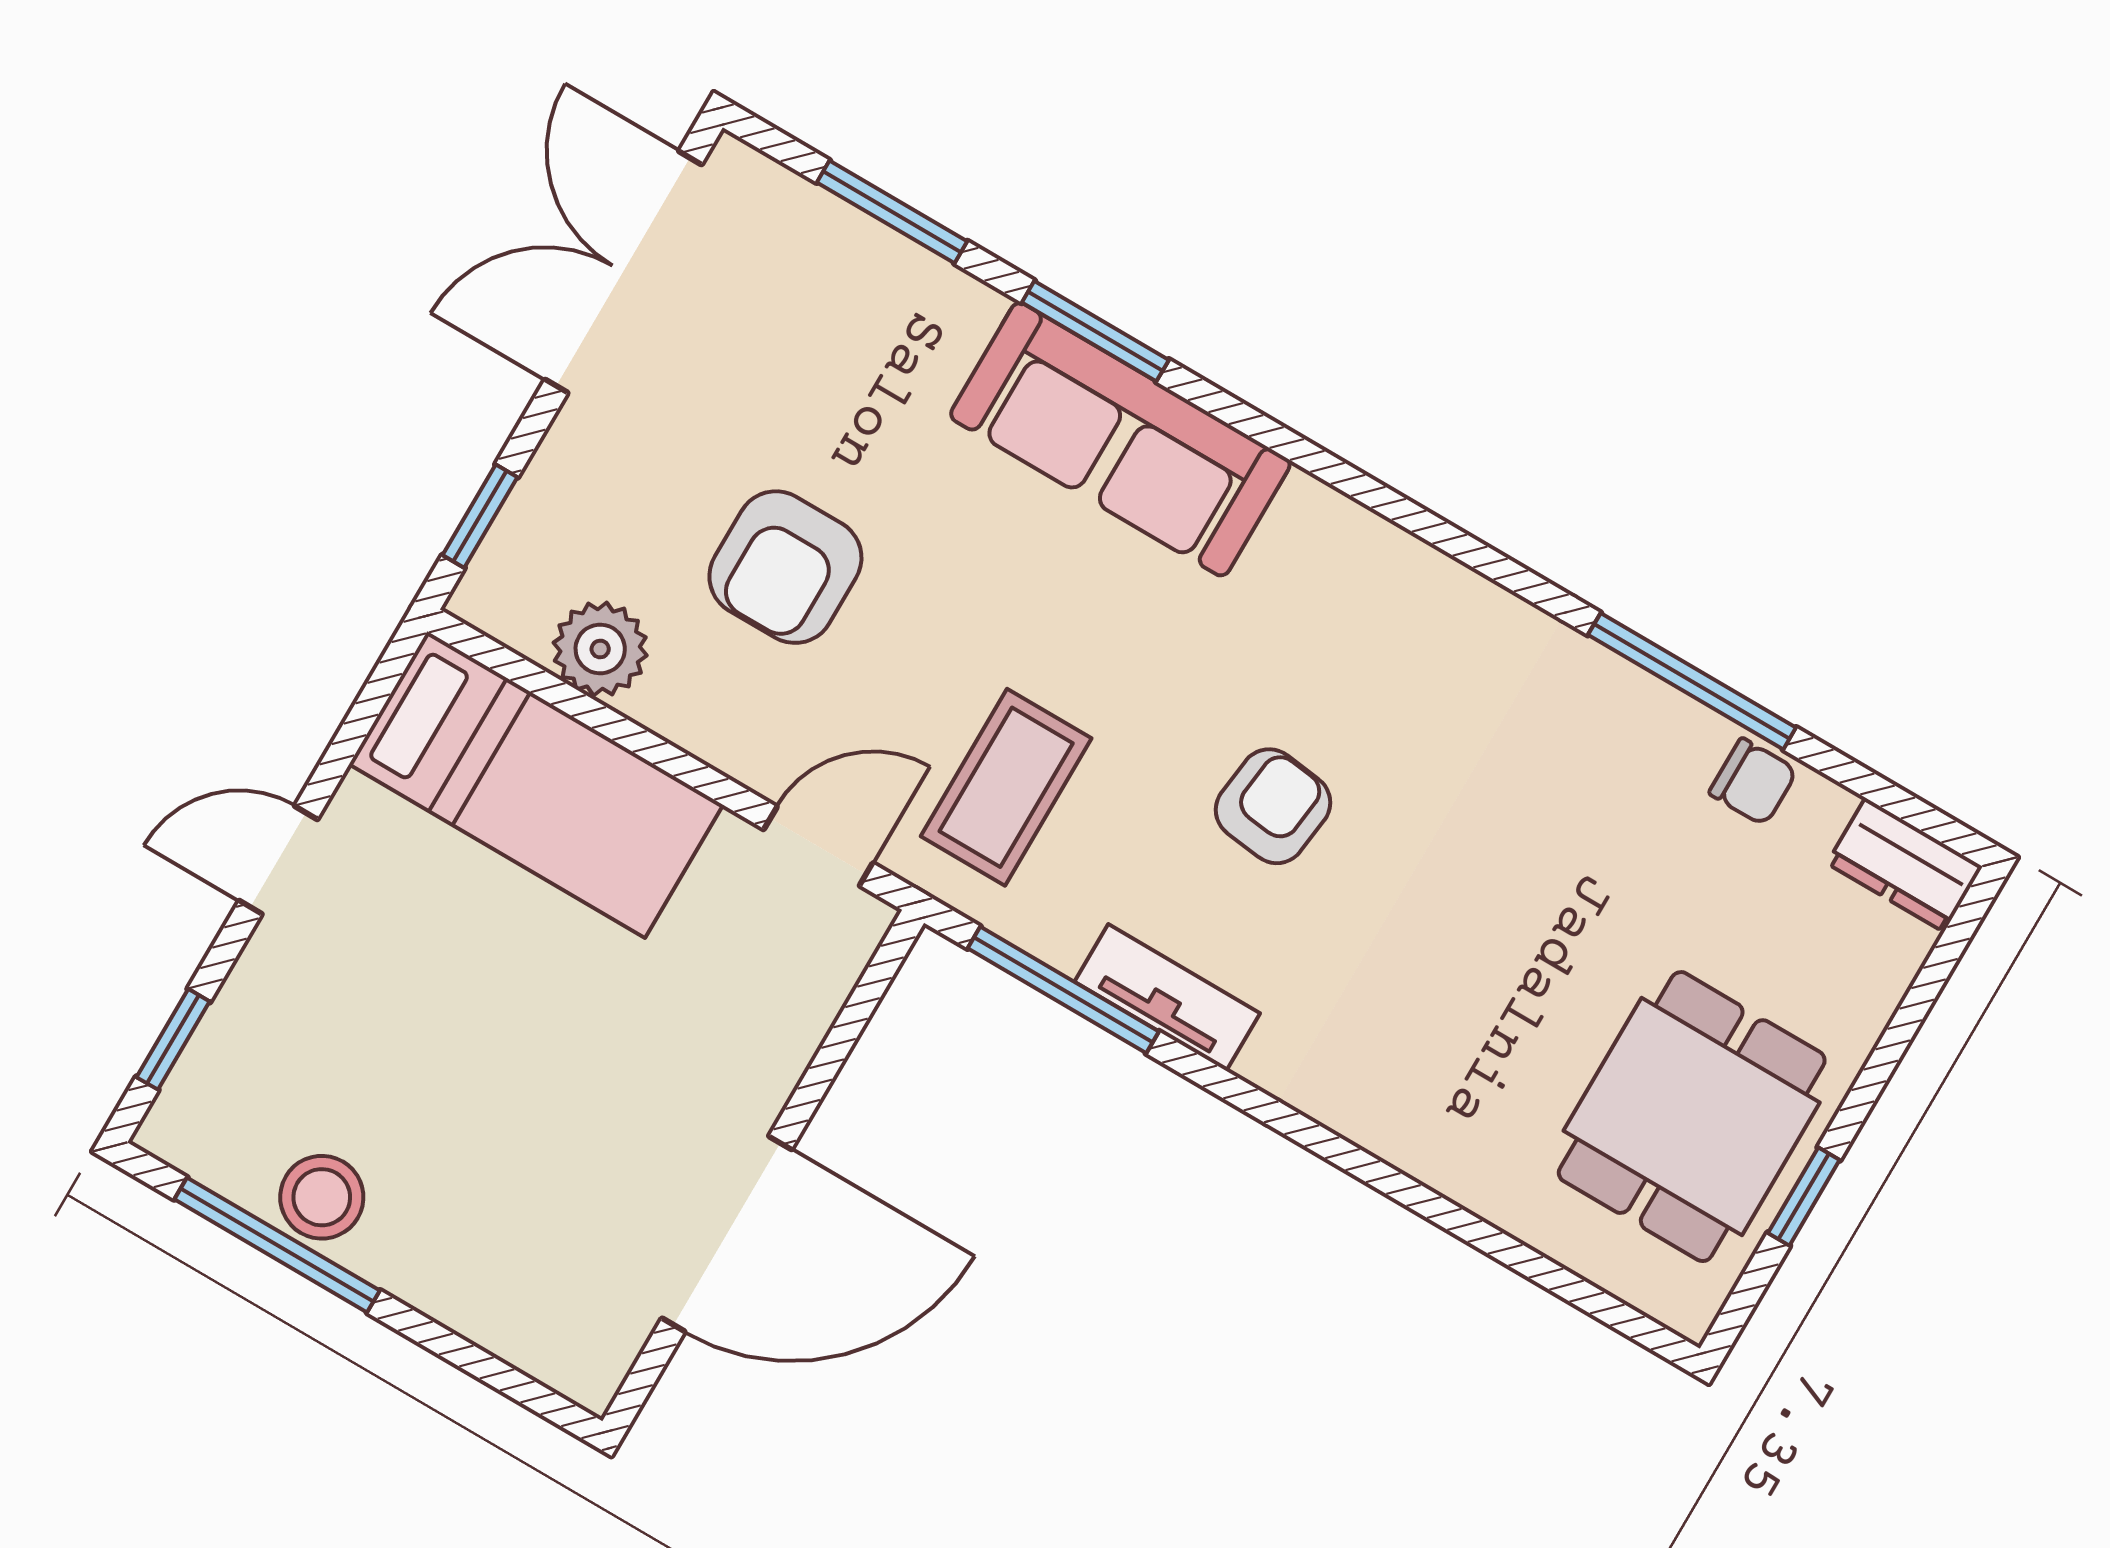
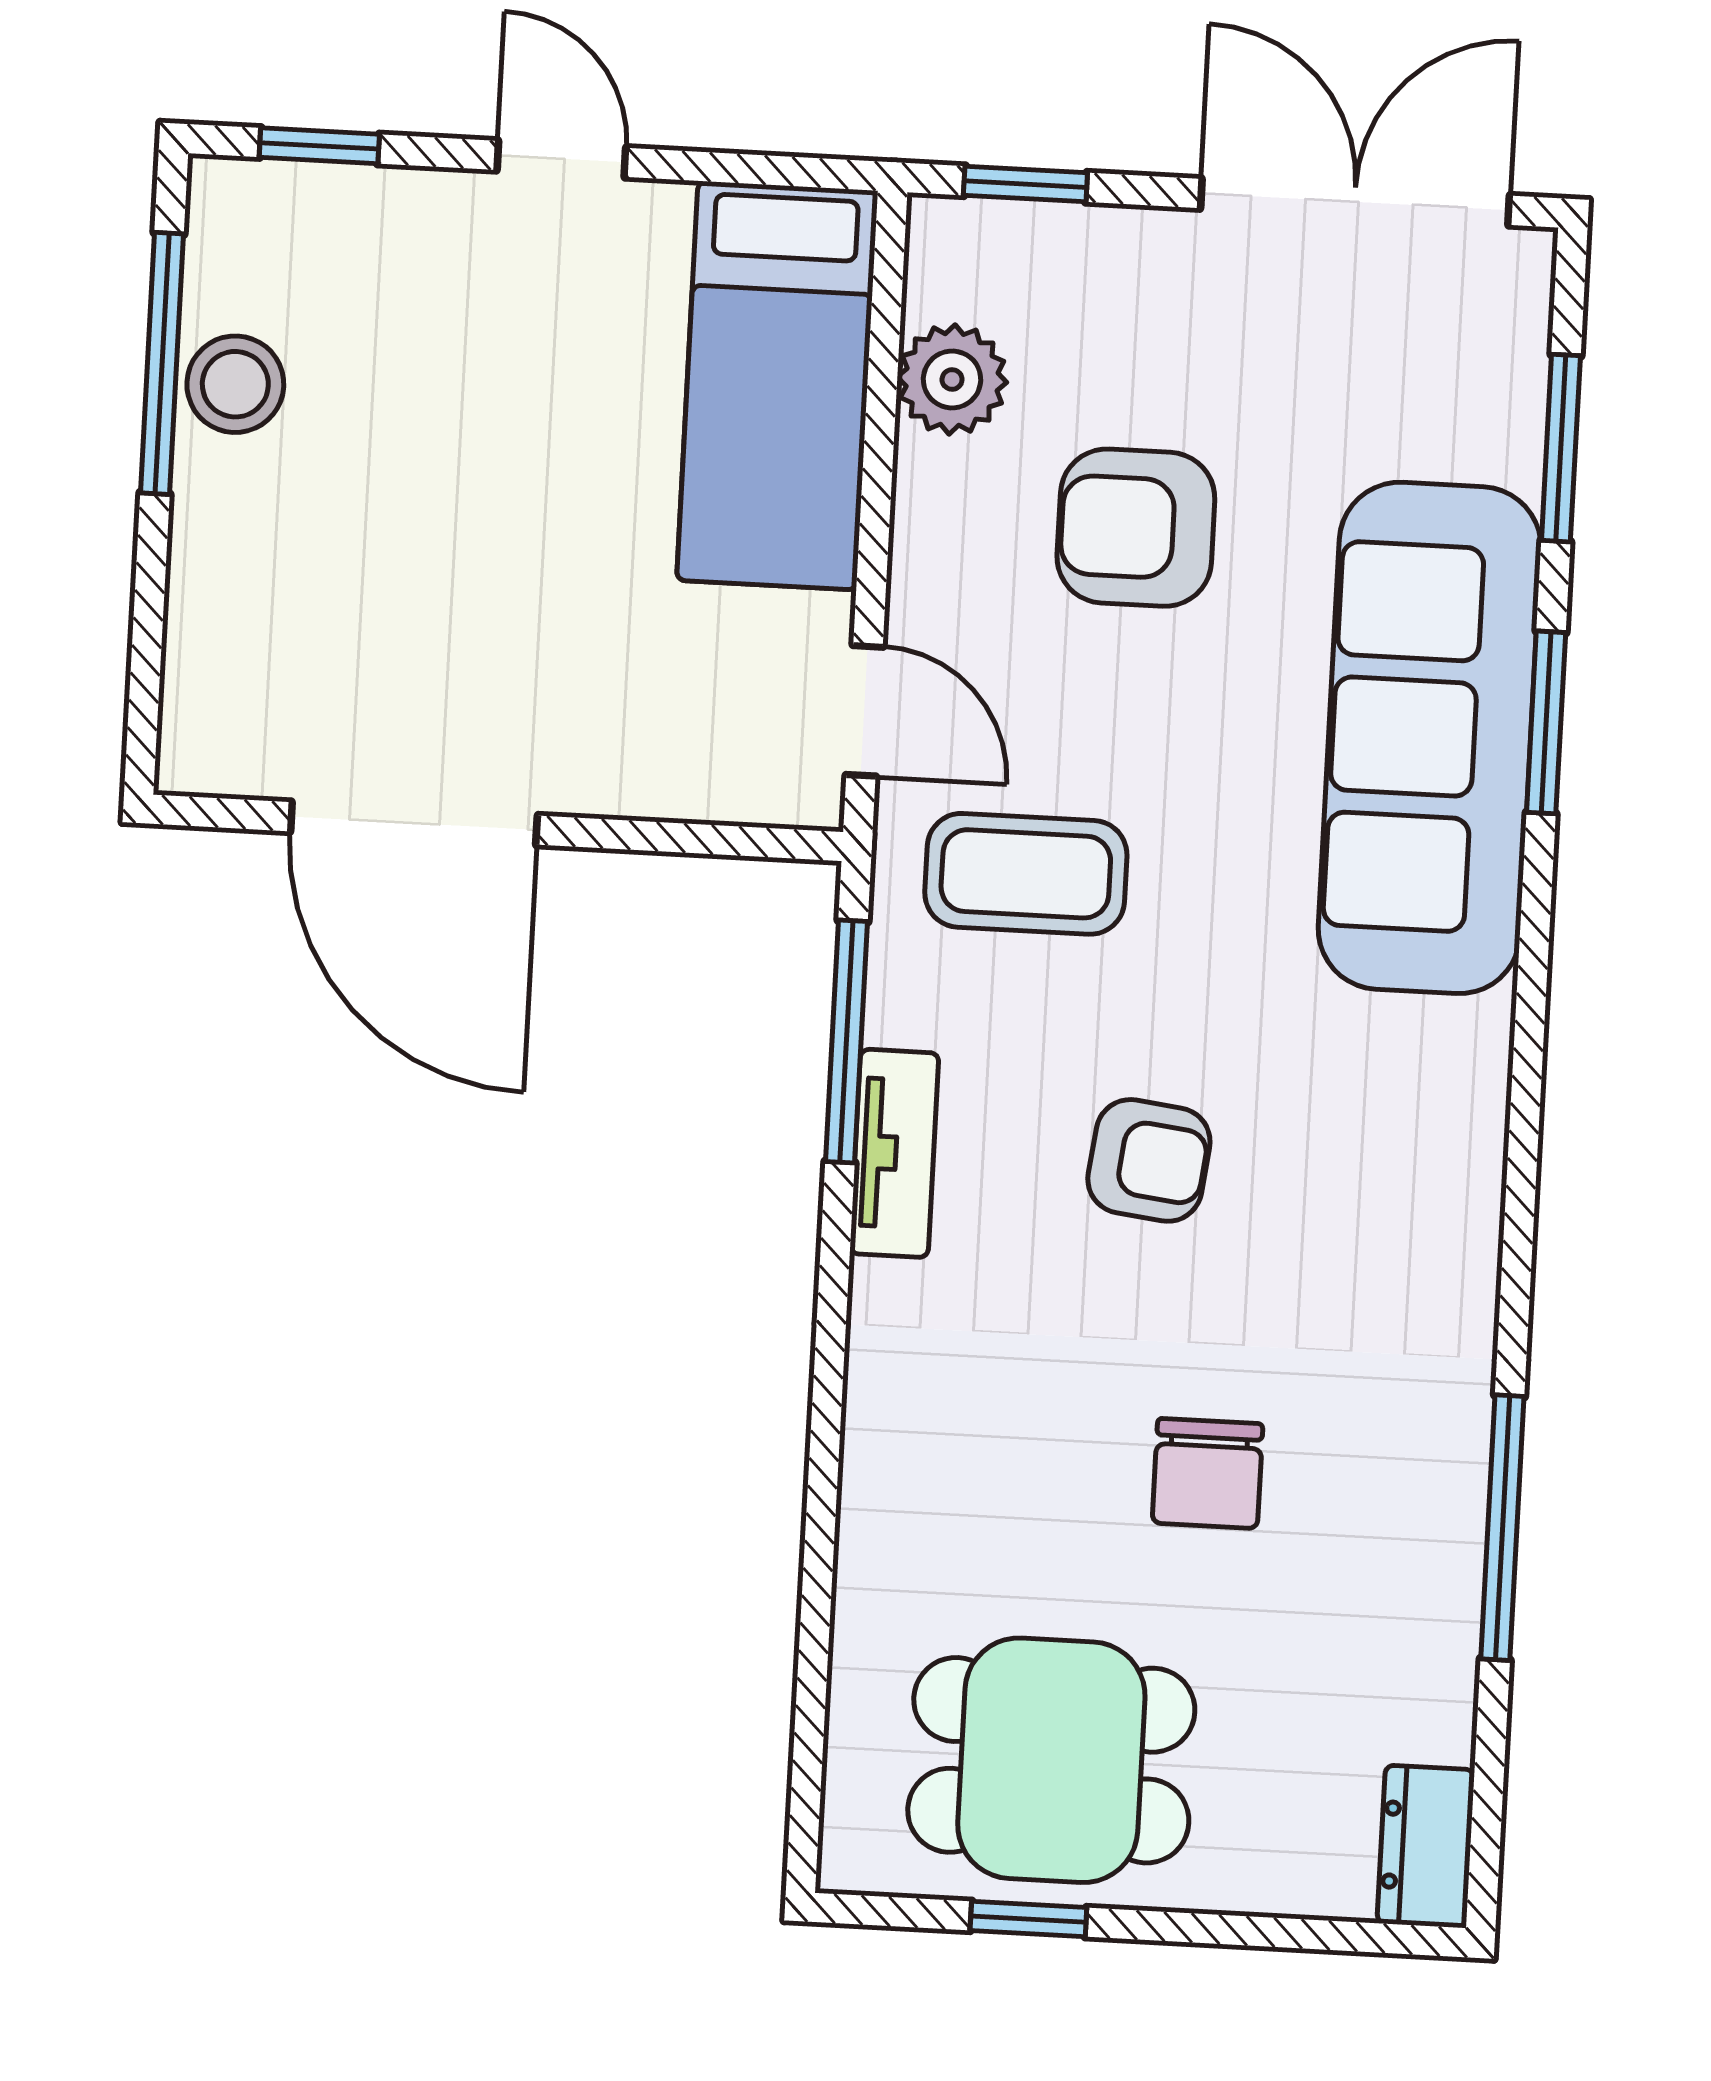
sofa: (1120, 439) -> (1430, 738), width x1.36, depth x1.27
chair: (1753, 782) -> (1208, 1473), moved, width x1.37, depth x1.37

